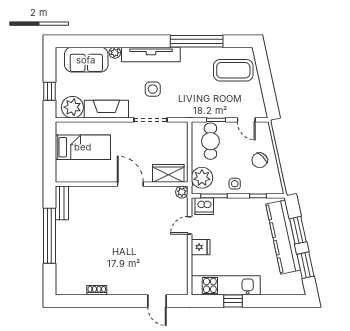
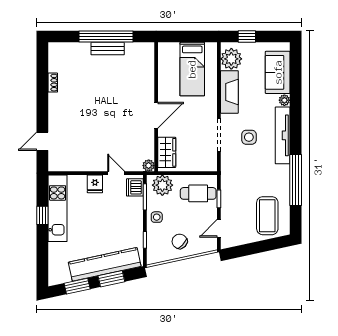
bench: (62, 203) -> (108, 49), moved

